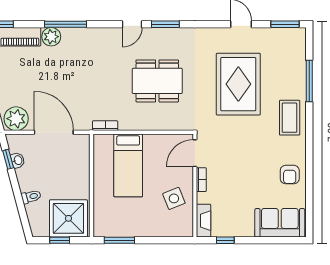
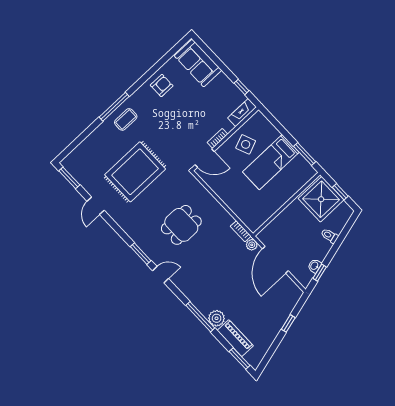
dining table: (157, 81) -> (181, 225), width x0.73
window: (309, 81) -> (114, 107), moved
coffee table: (290, 118) -> (126, 119), width x0.73, depth x0.77
plant: (16, 119) -> (252, 245), moved, width x0.53, depth x0.53
bed: (128, 165) -> (271, 162), moved, turned 180

